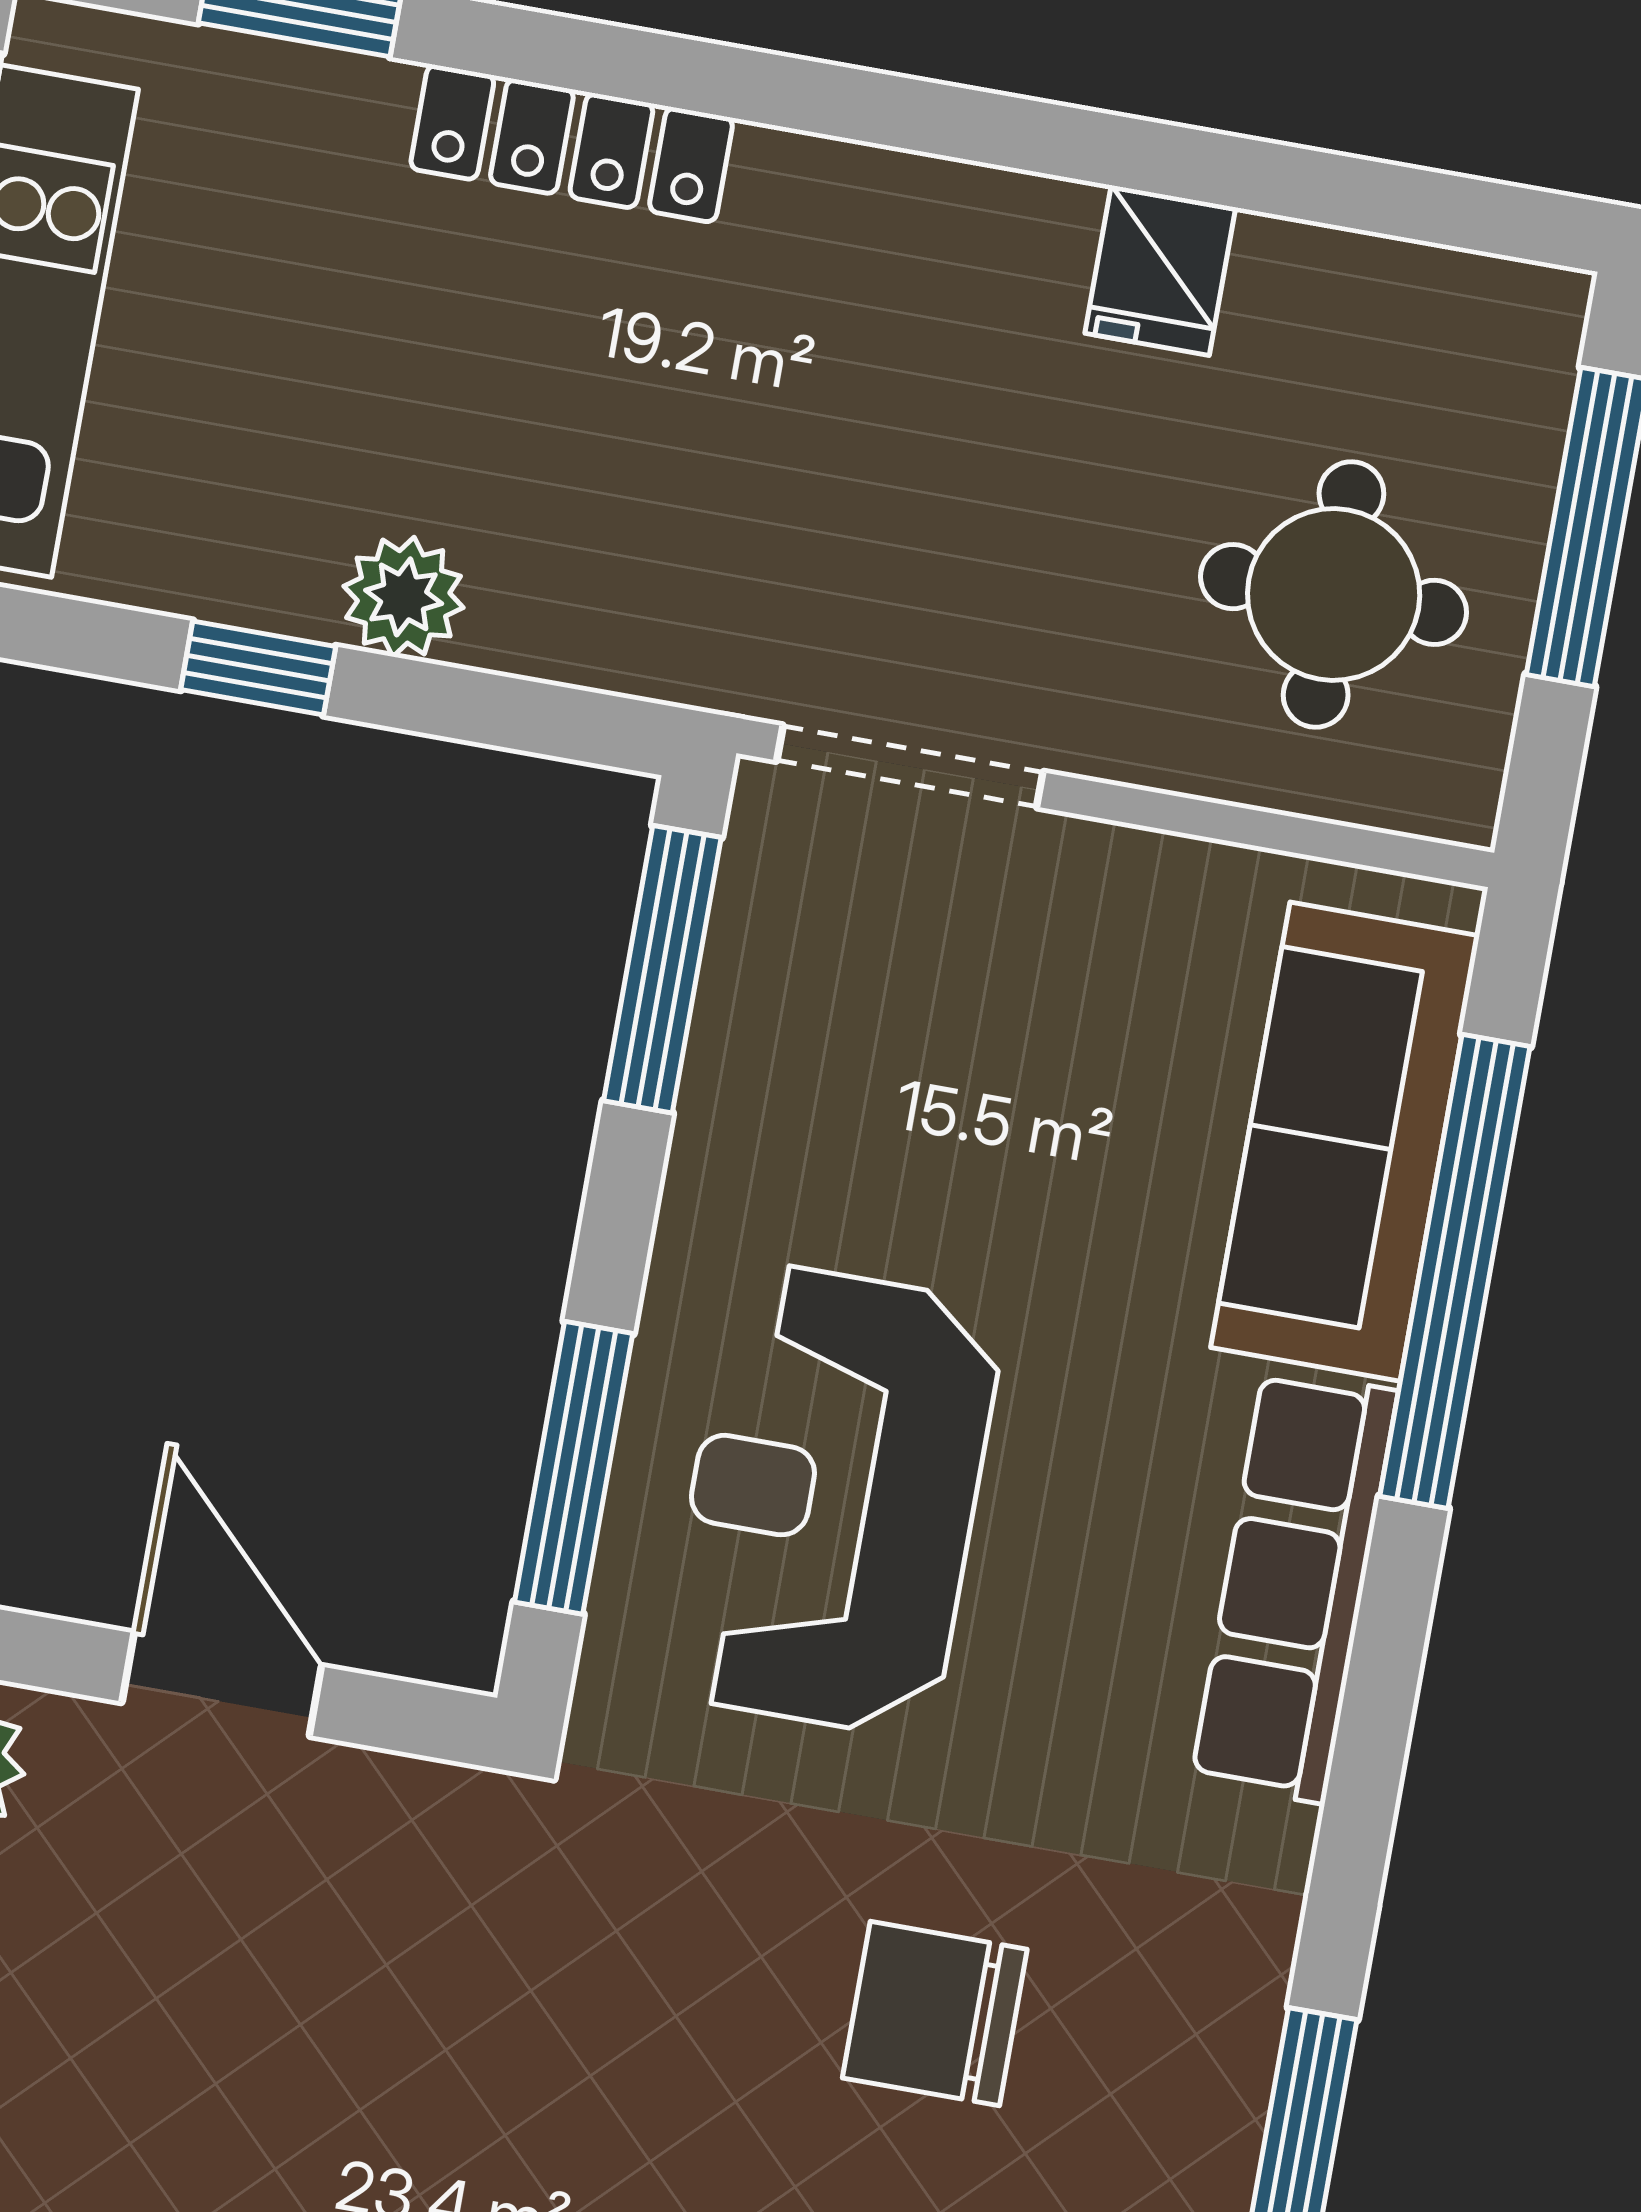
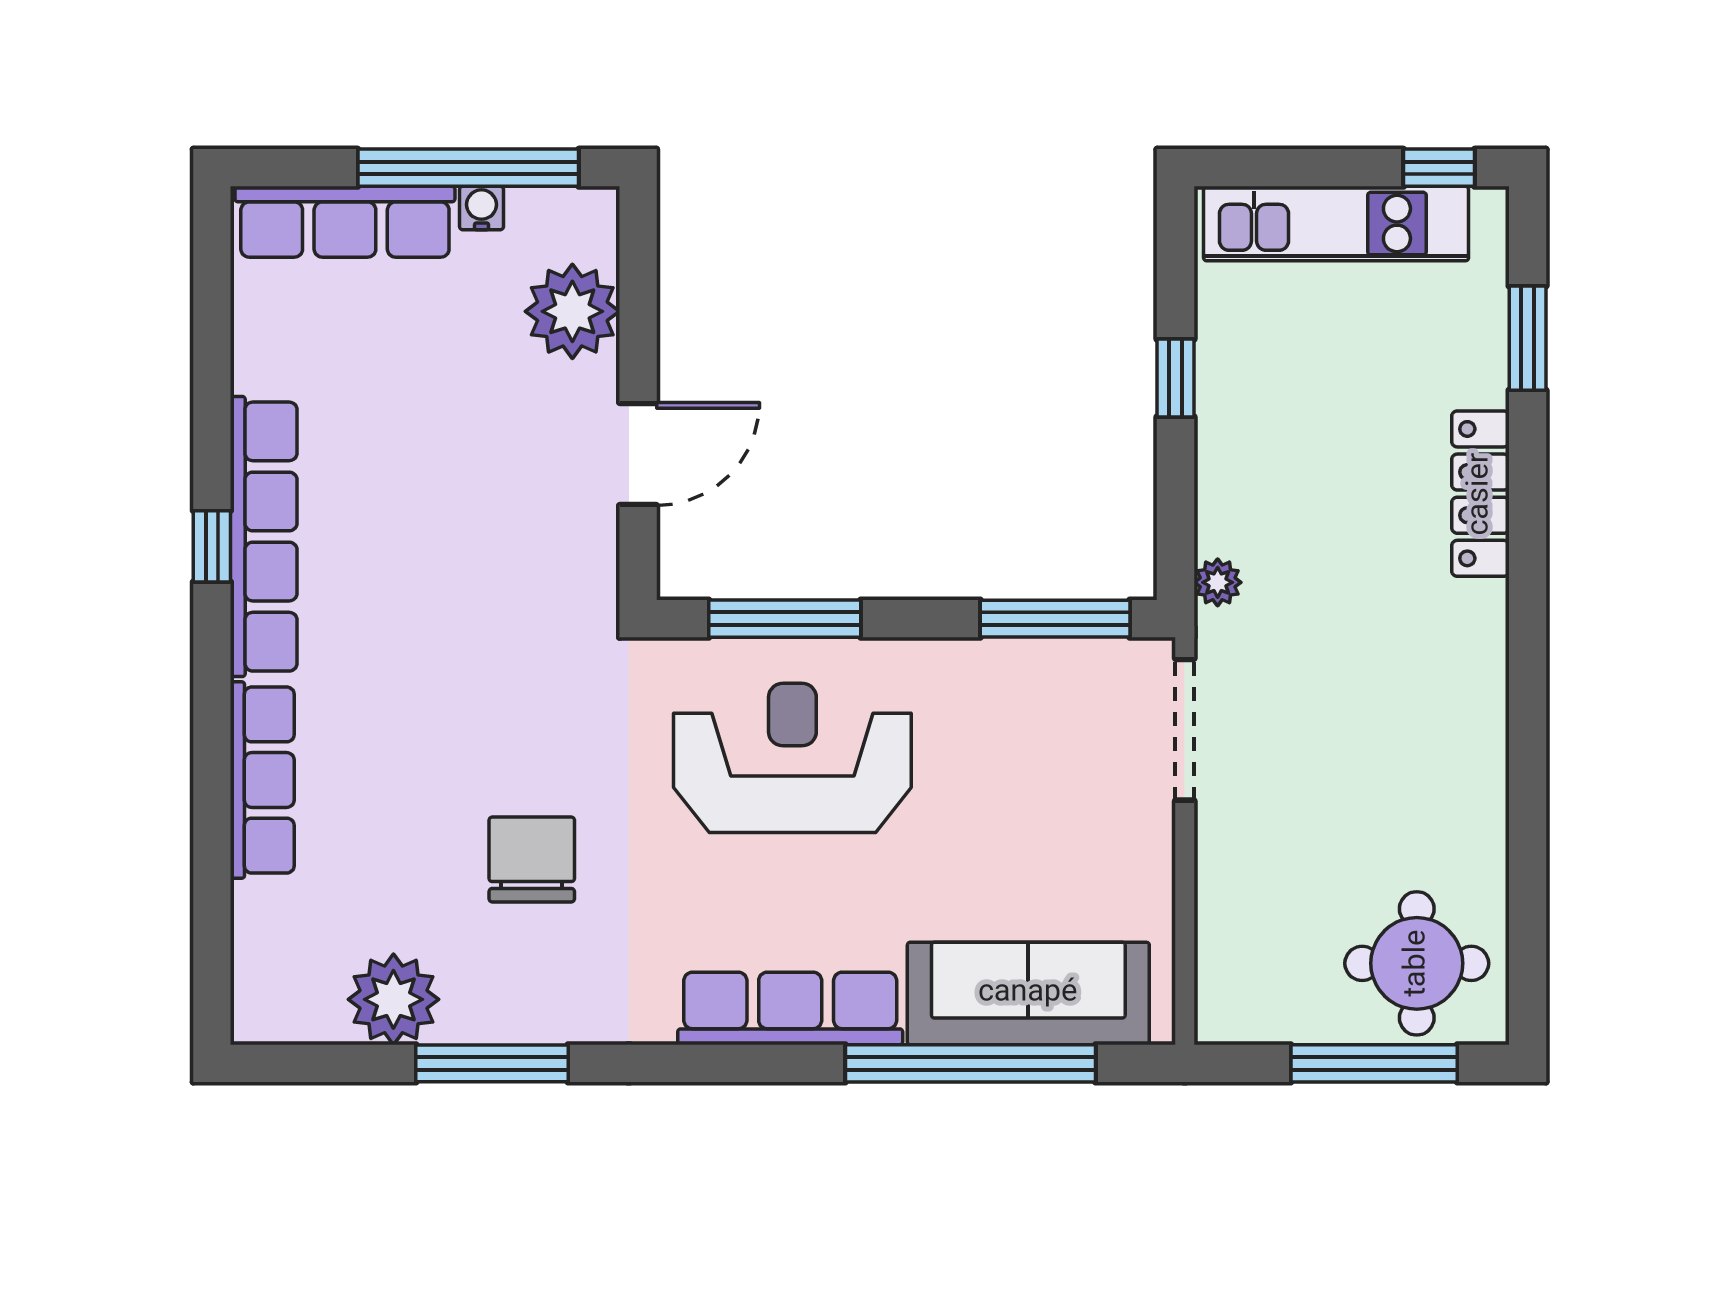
fridge: (1160, 270) -> (1469, 815), removed
round table: (1334, 594) -> (1417, 963), moved
plant: (404, 597) -> (1218, 582), moved, width x0.73, depth x0.73

